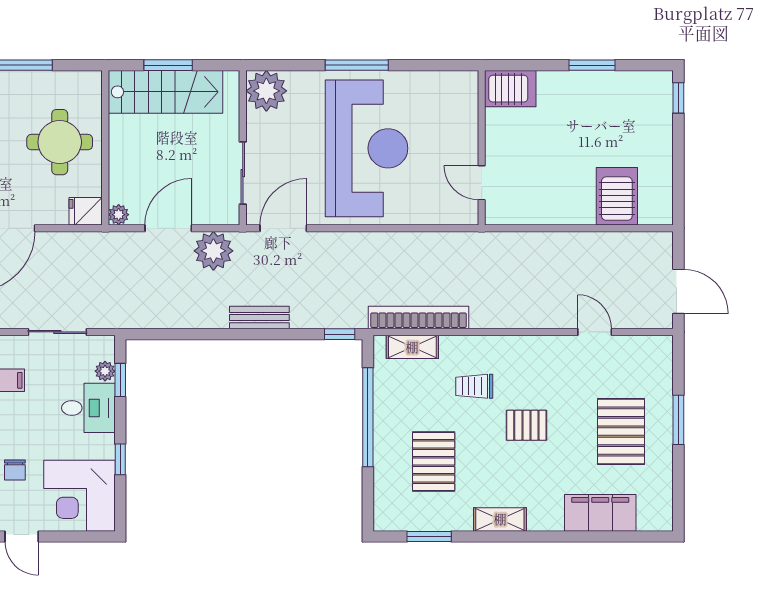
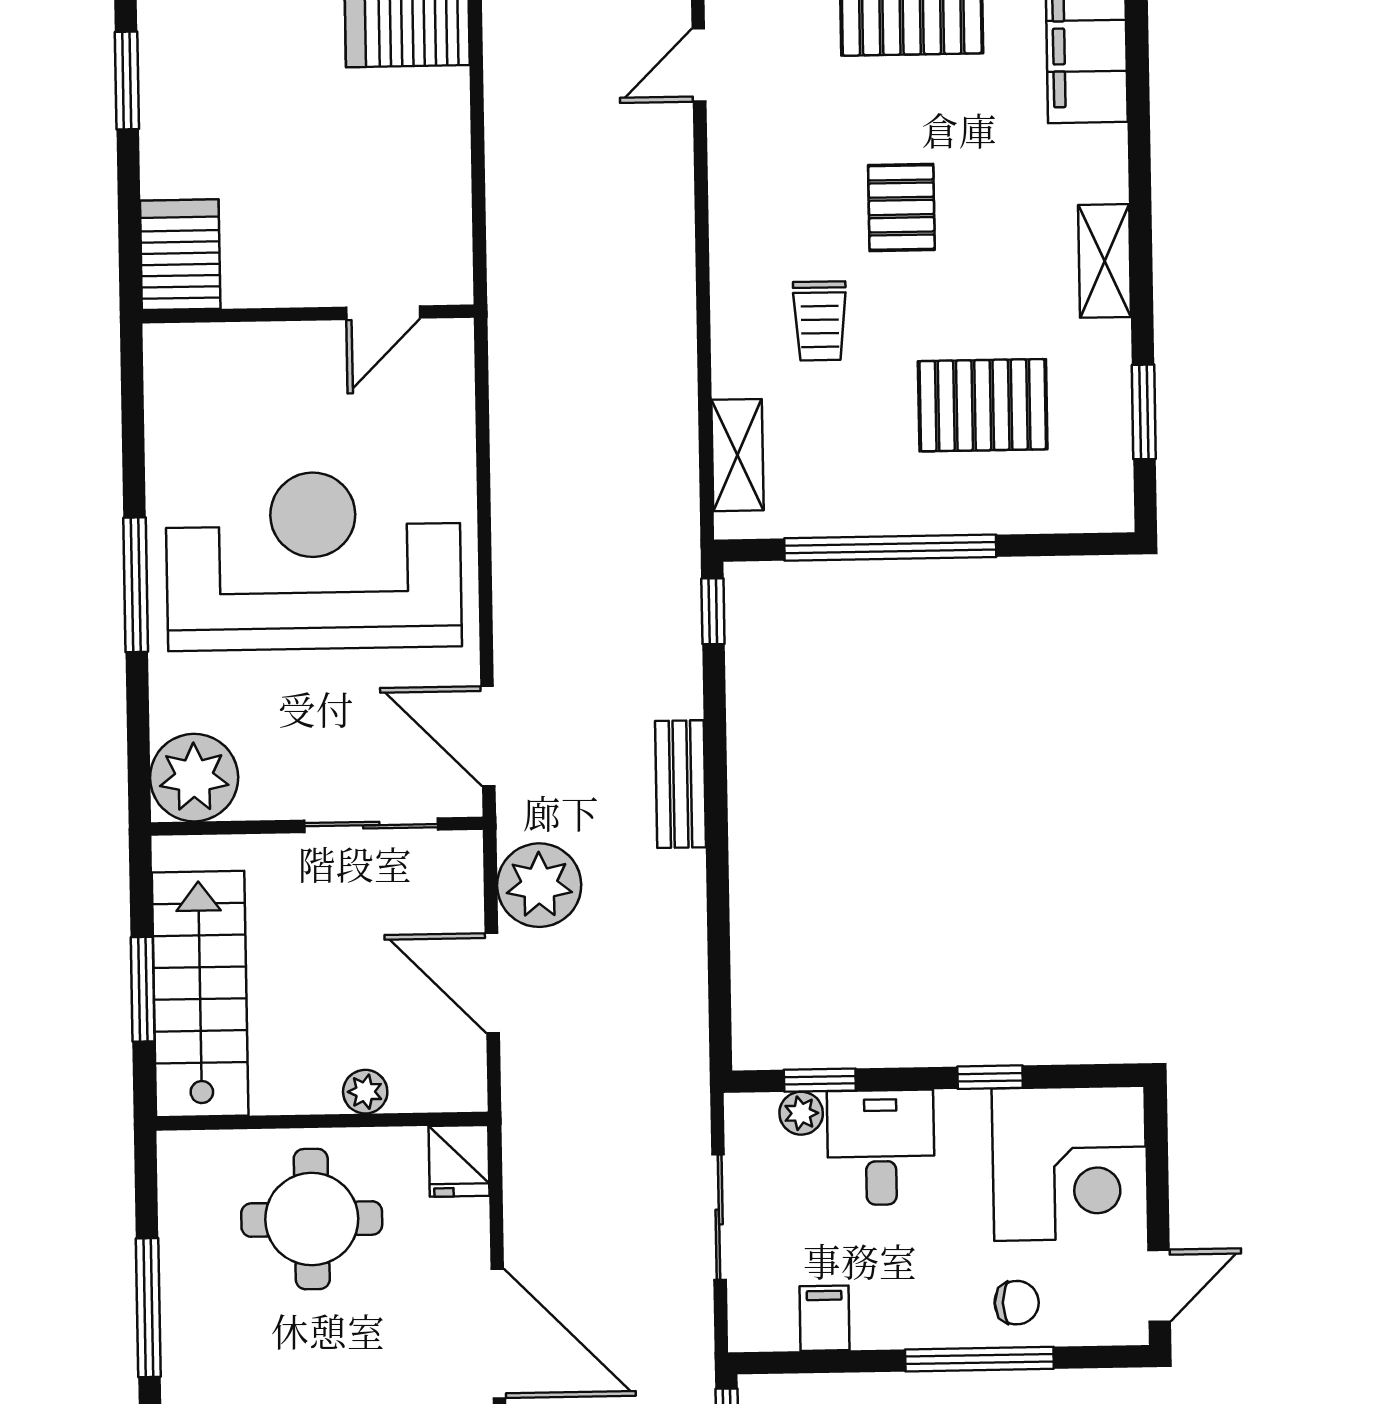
plant: (119, 215) -> (365, 1092), moved
bookcase: (419, 317) -> (674, 443), removed

